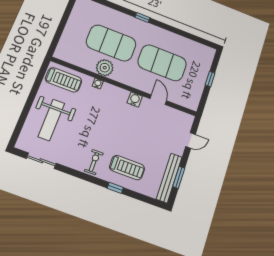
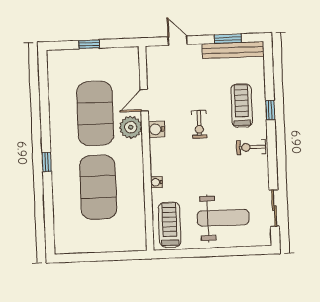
plant: (105, 68) -> (131, 127), moved
exercise bike: (126, 131) -> (199, 124), added

